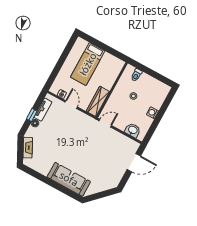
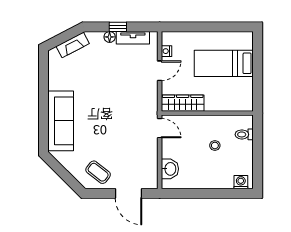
washing machine: (152, 113) -> (241, 182), moved
coffee table: (111, 174) -> (98, 172), added

